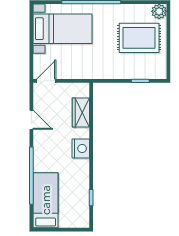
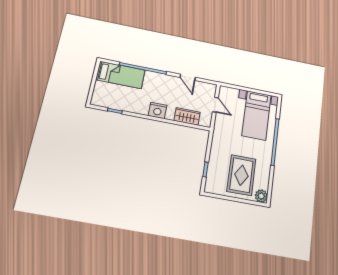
door: (46, 81) -> (215, 105), moved
door: (31, 120) -> (188, 77), hinge flipped

